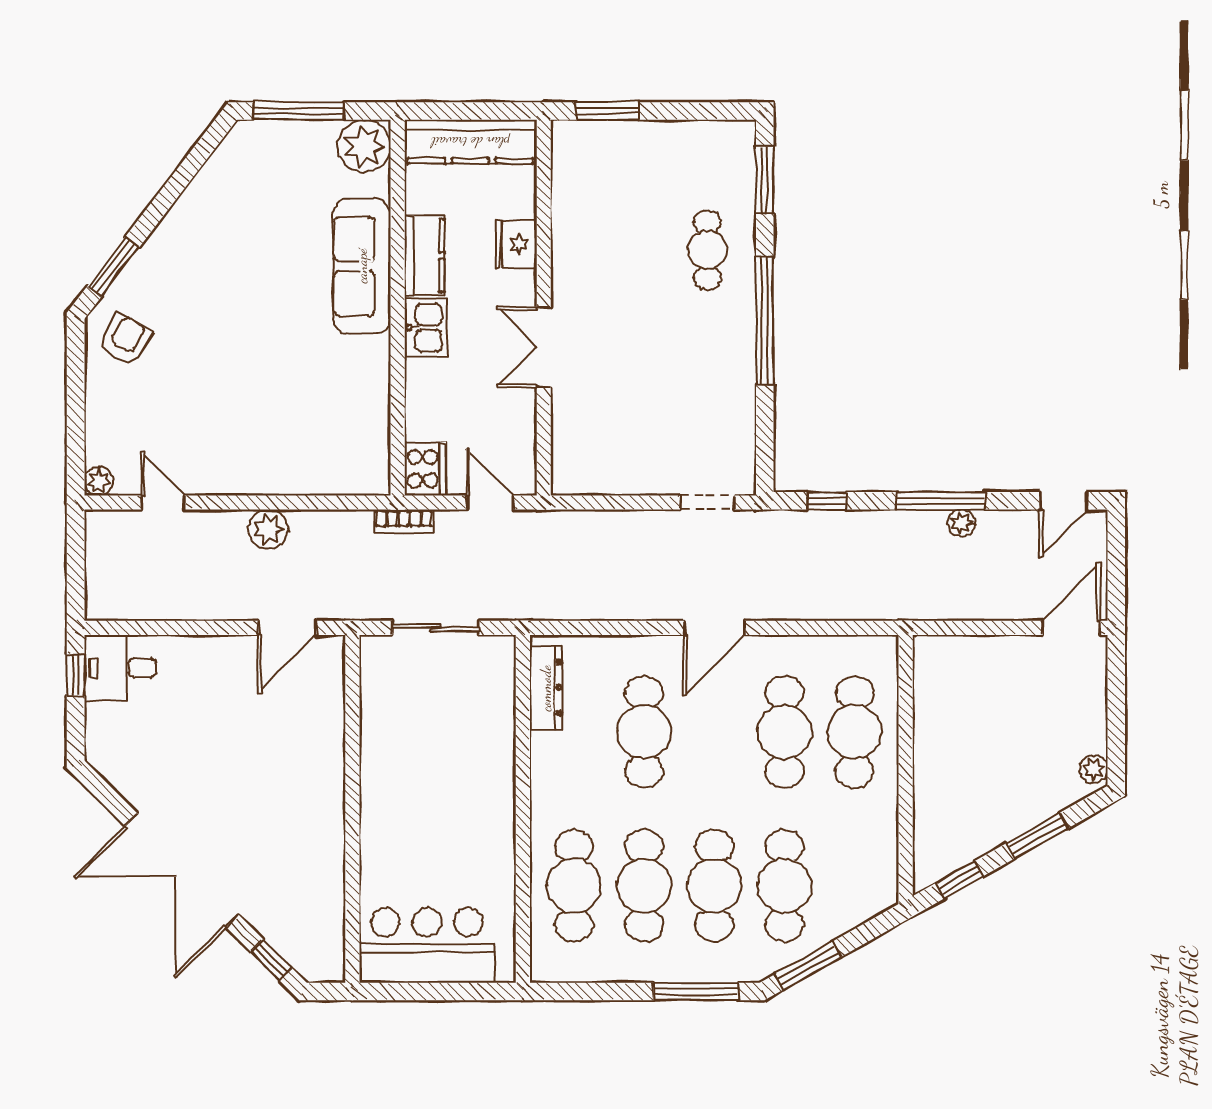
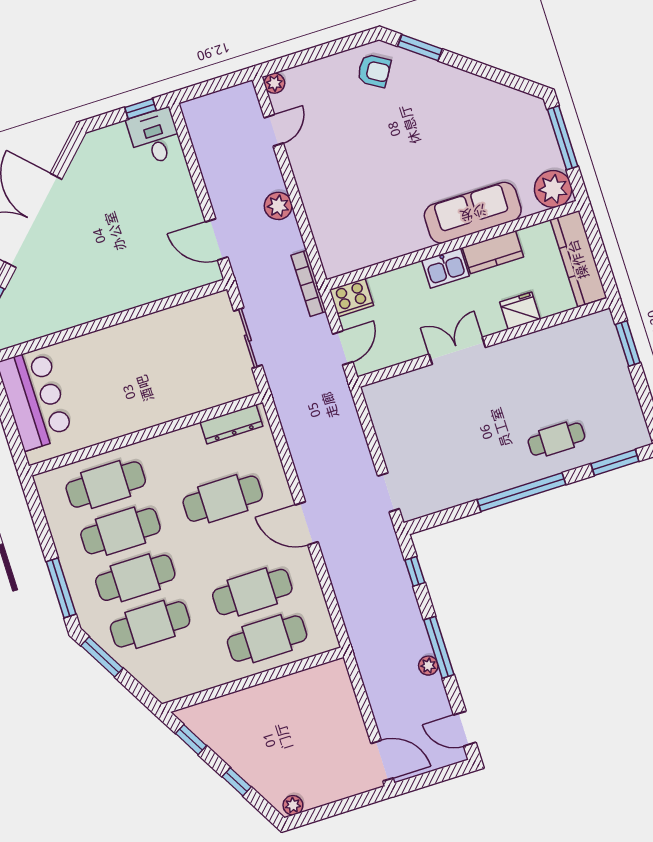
bookcase: (404, 521) -> (308, 283), width x1.56
window: (1037, 836) -> (237, 782), width x0.67

